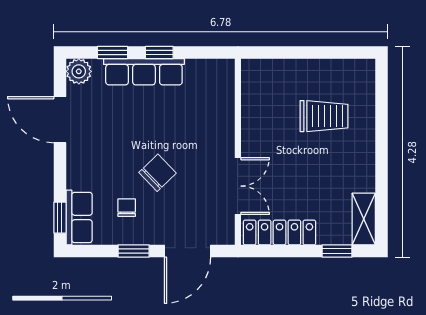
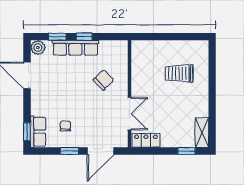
trolley: (324, 116) -> (179, 73), turned 180
chair: (158, 173) -> (103, 80), moved
locker: (280, 232) -> (146, 140), width x0.66

